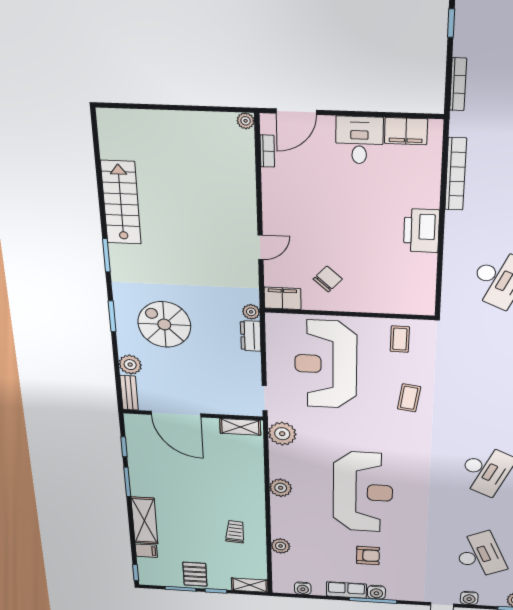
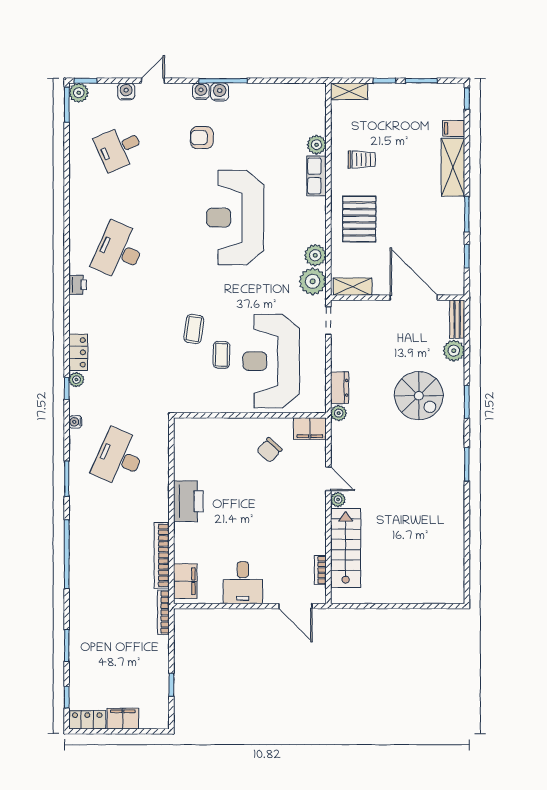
bookcase: (458, 84) -> (163, 612), moved
door: (296, 112) -> (295, 606), swing flipped
plant: (246, 121) -> (338, 500), moved
filing cabinet: (406, 131) -> (185, 581), moved, turned 90
stairs: (121, 203) -> (346, 548), moved, turned 180
door: (260, 247) -> (328, 479), swing flipped
coffee table: (400, 339) -> (221, 355), moved
reception desk: (326, 364) -> (271, 361), turned 180
plant: (281, 488) -> (315, 255), moved
trolley: (235, 532) -> (362, 160), turned -95
armchair: (368, 555) -> (202, 138), moved
desk: (479, 555) -> (119, 148), width x0.73
pallet: (195, 574) -> (359, 219), moved, width x1.50, depth x1.42
water cooler: (303, 588) -> (201, 91), moved
row of seats: (346, 590) -> (317, 176), moved, turned 90

